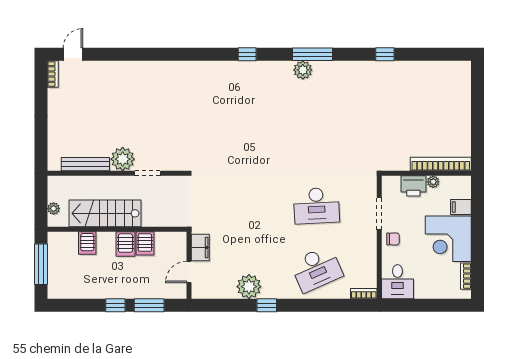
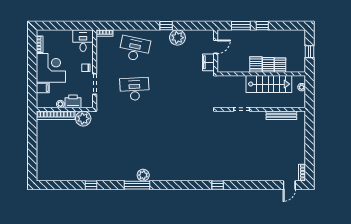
window: (247, 54) -> (218, 185), moved
plant: (123, 159) -> (83, 119), moved
server rack: (145, 243) -> (268, 65), moved
window: (41, 264) -> (310, 52), width x0.46
desk: (316, 269) -> (135, 49), turned 36

